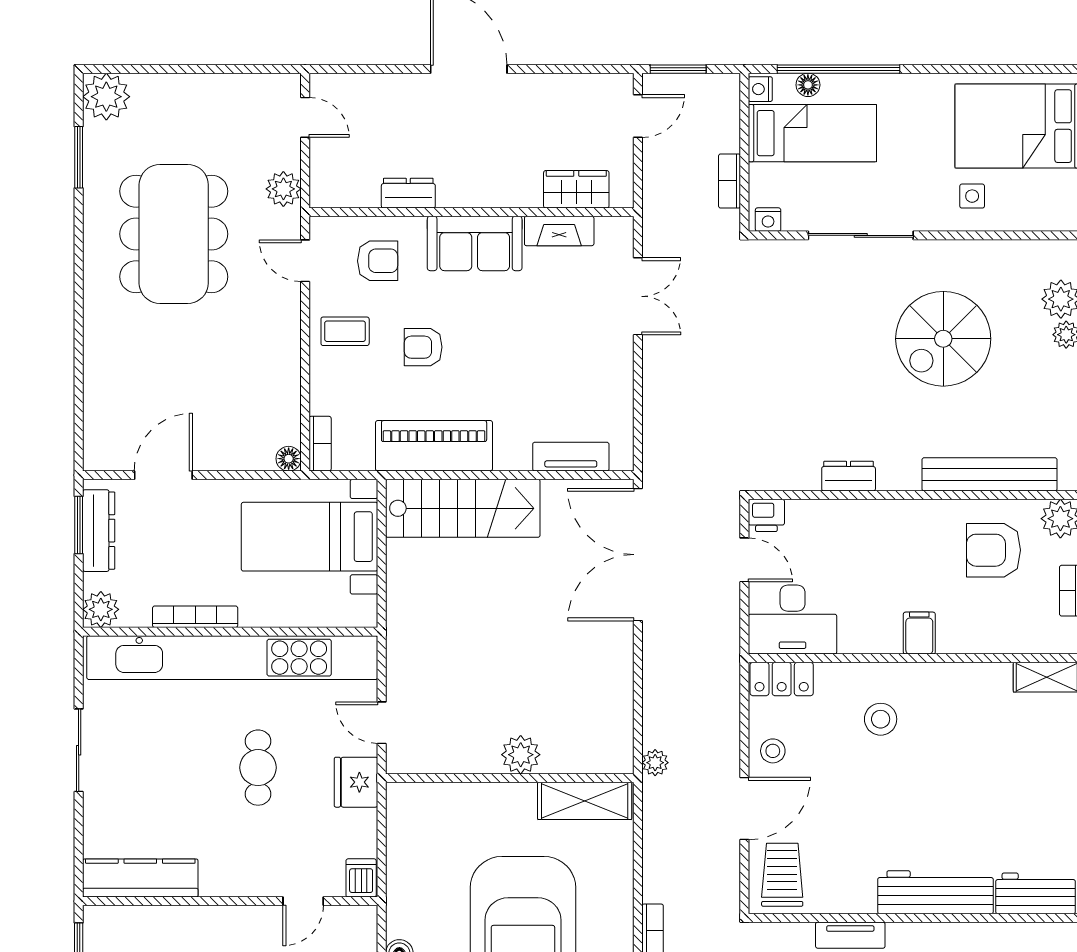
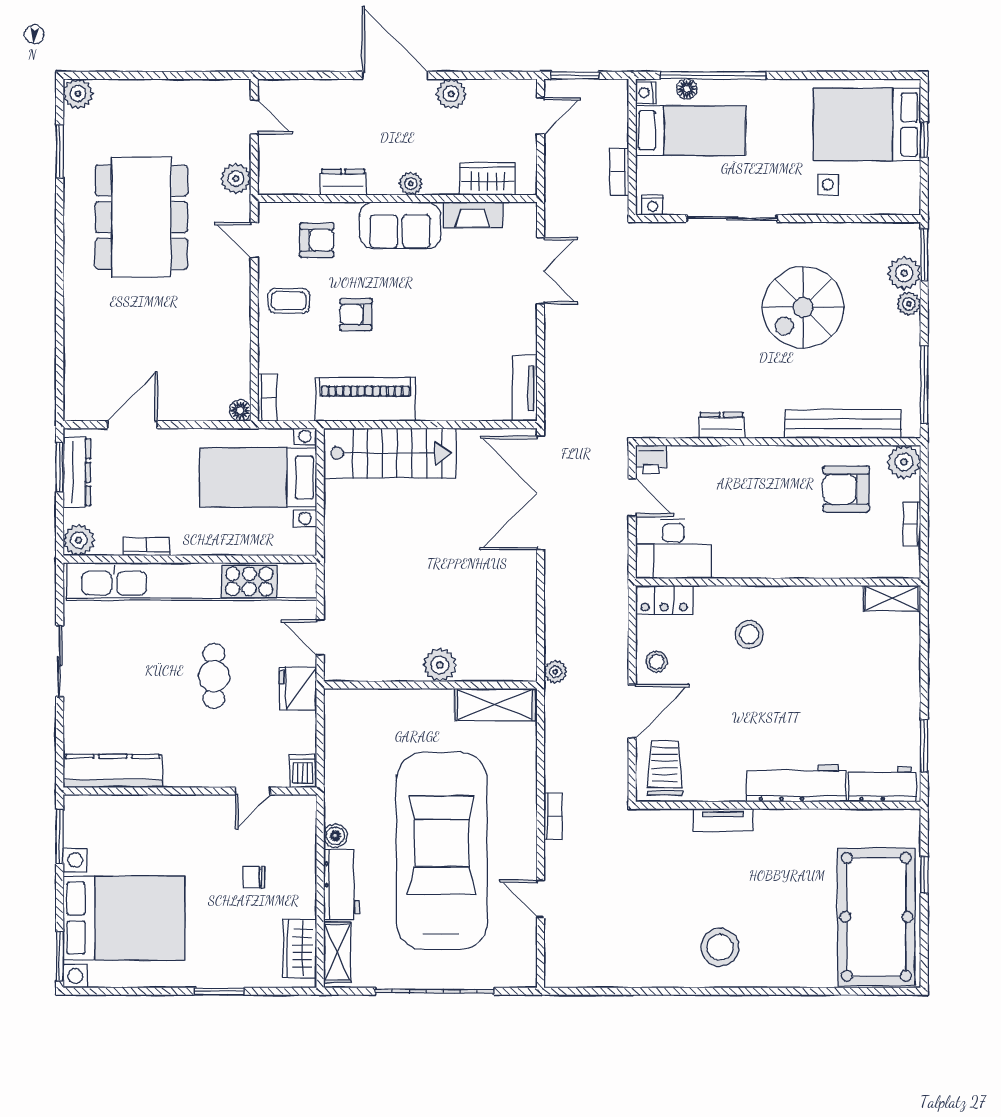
plant: (534, 90) -> (451, 94), added
plant: (106, 97) -> (78, 94), width x0.73, depth x0.73
plant: (487, 195) -> (411, 184), added
tv unit: (571, 457) -> (525, 388), moved, turned -90
bookcase: (195, 617) -> (147, 546), width x0.64
filing cabinet: (919, 633) -> (782, 560), removed

